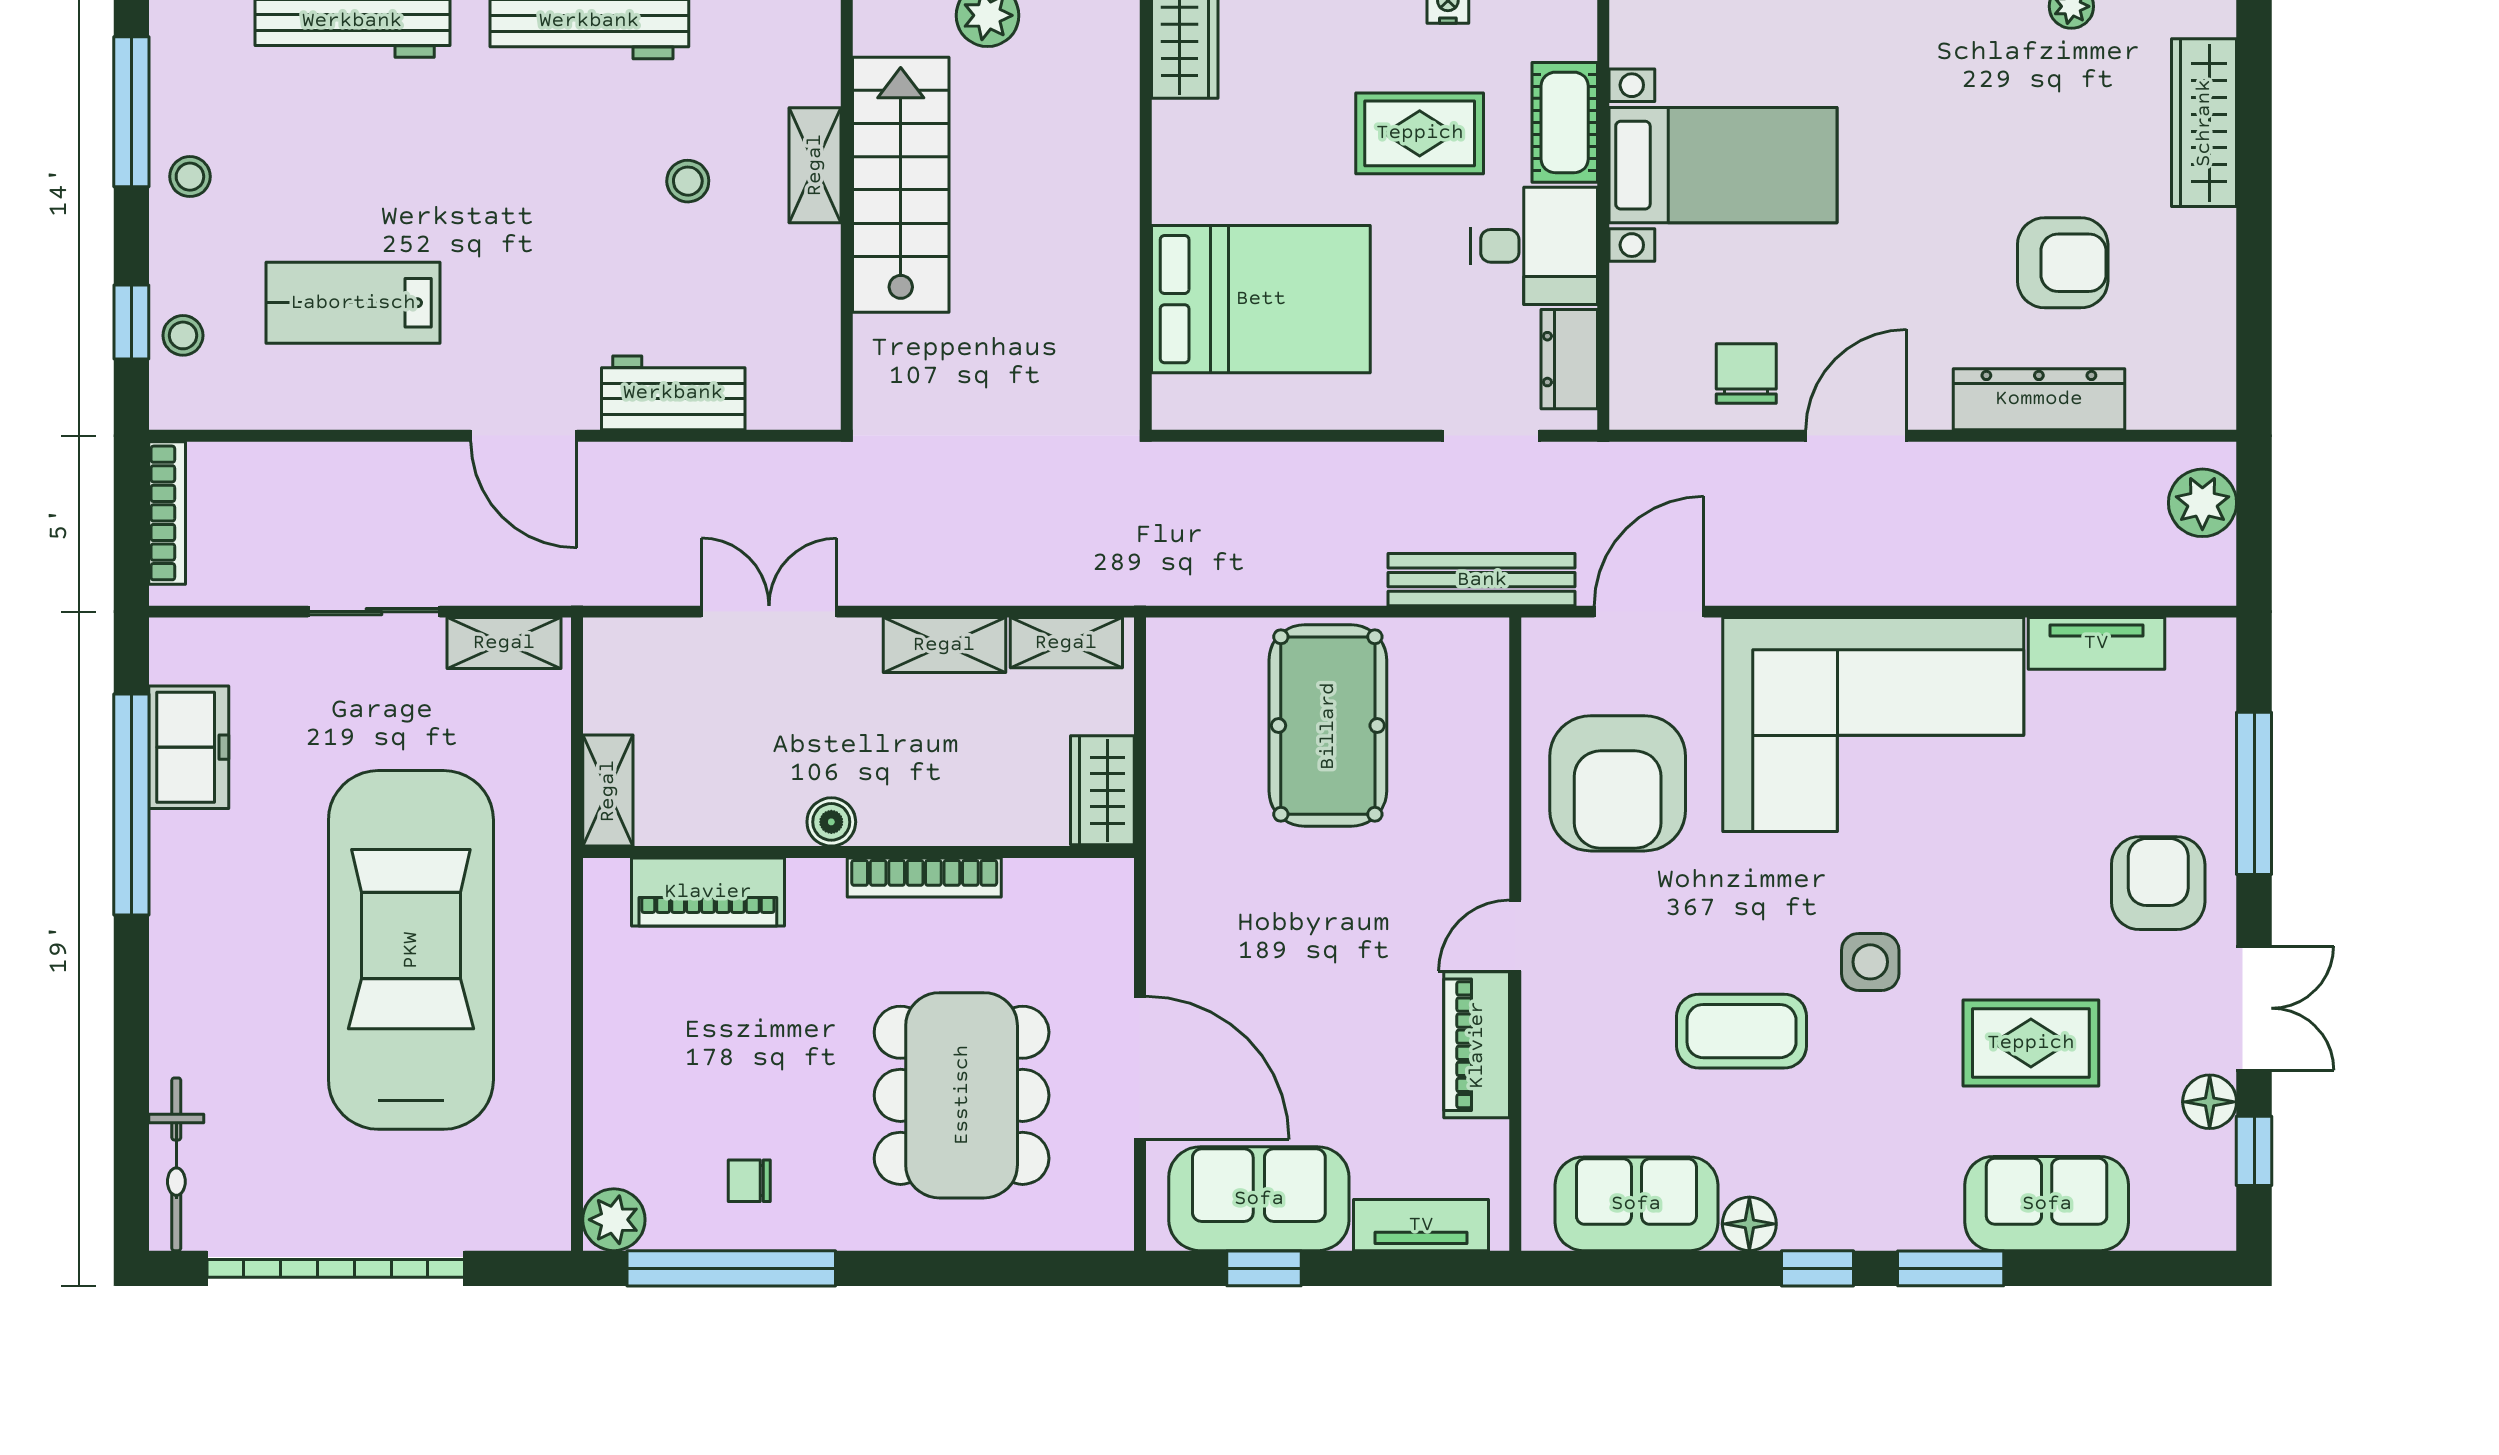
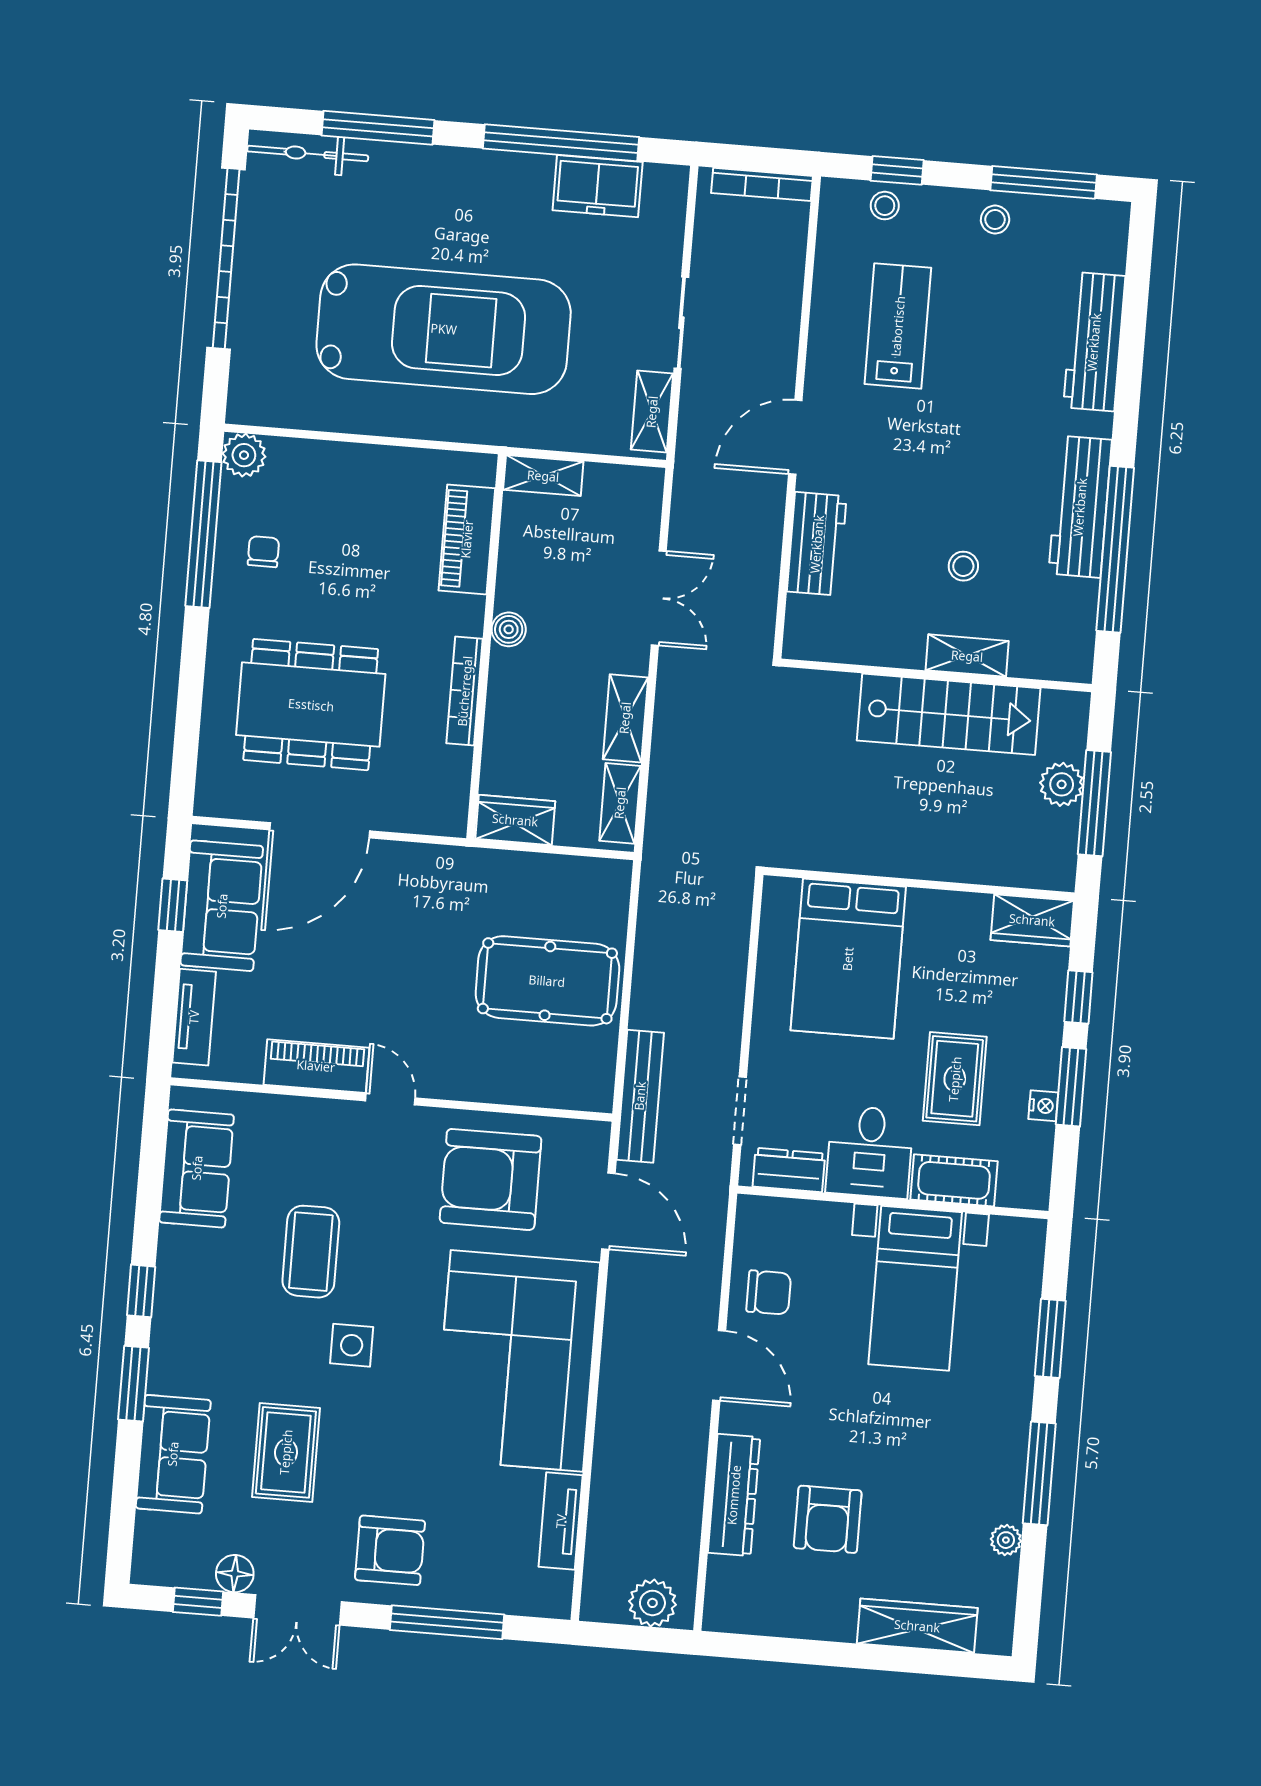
window: (131, 1067) -> (378, 128), added
floor lamp: (1749, 1224) -> (176, 1246), removed

